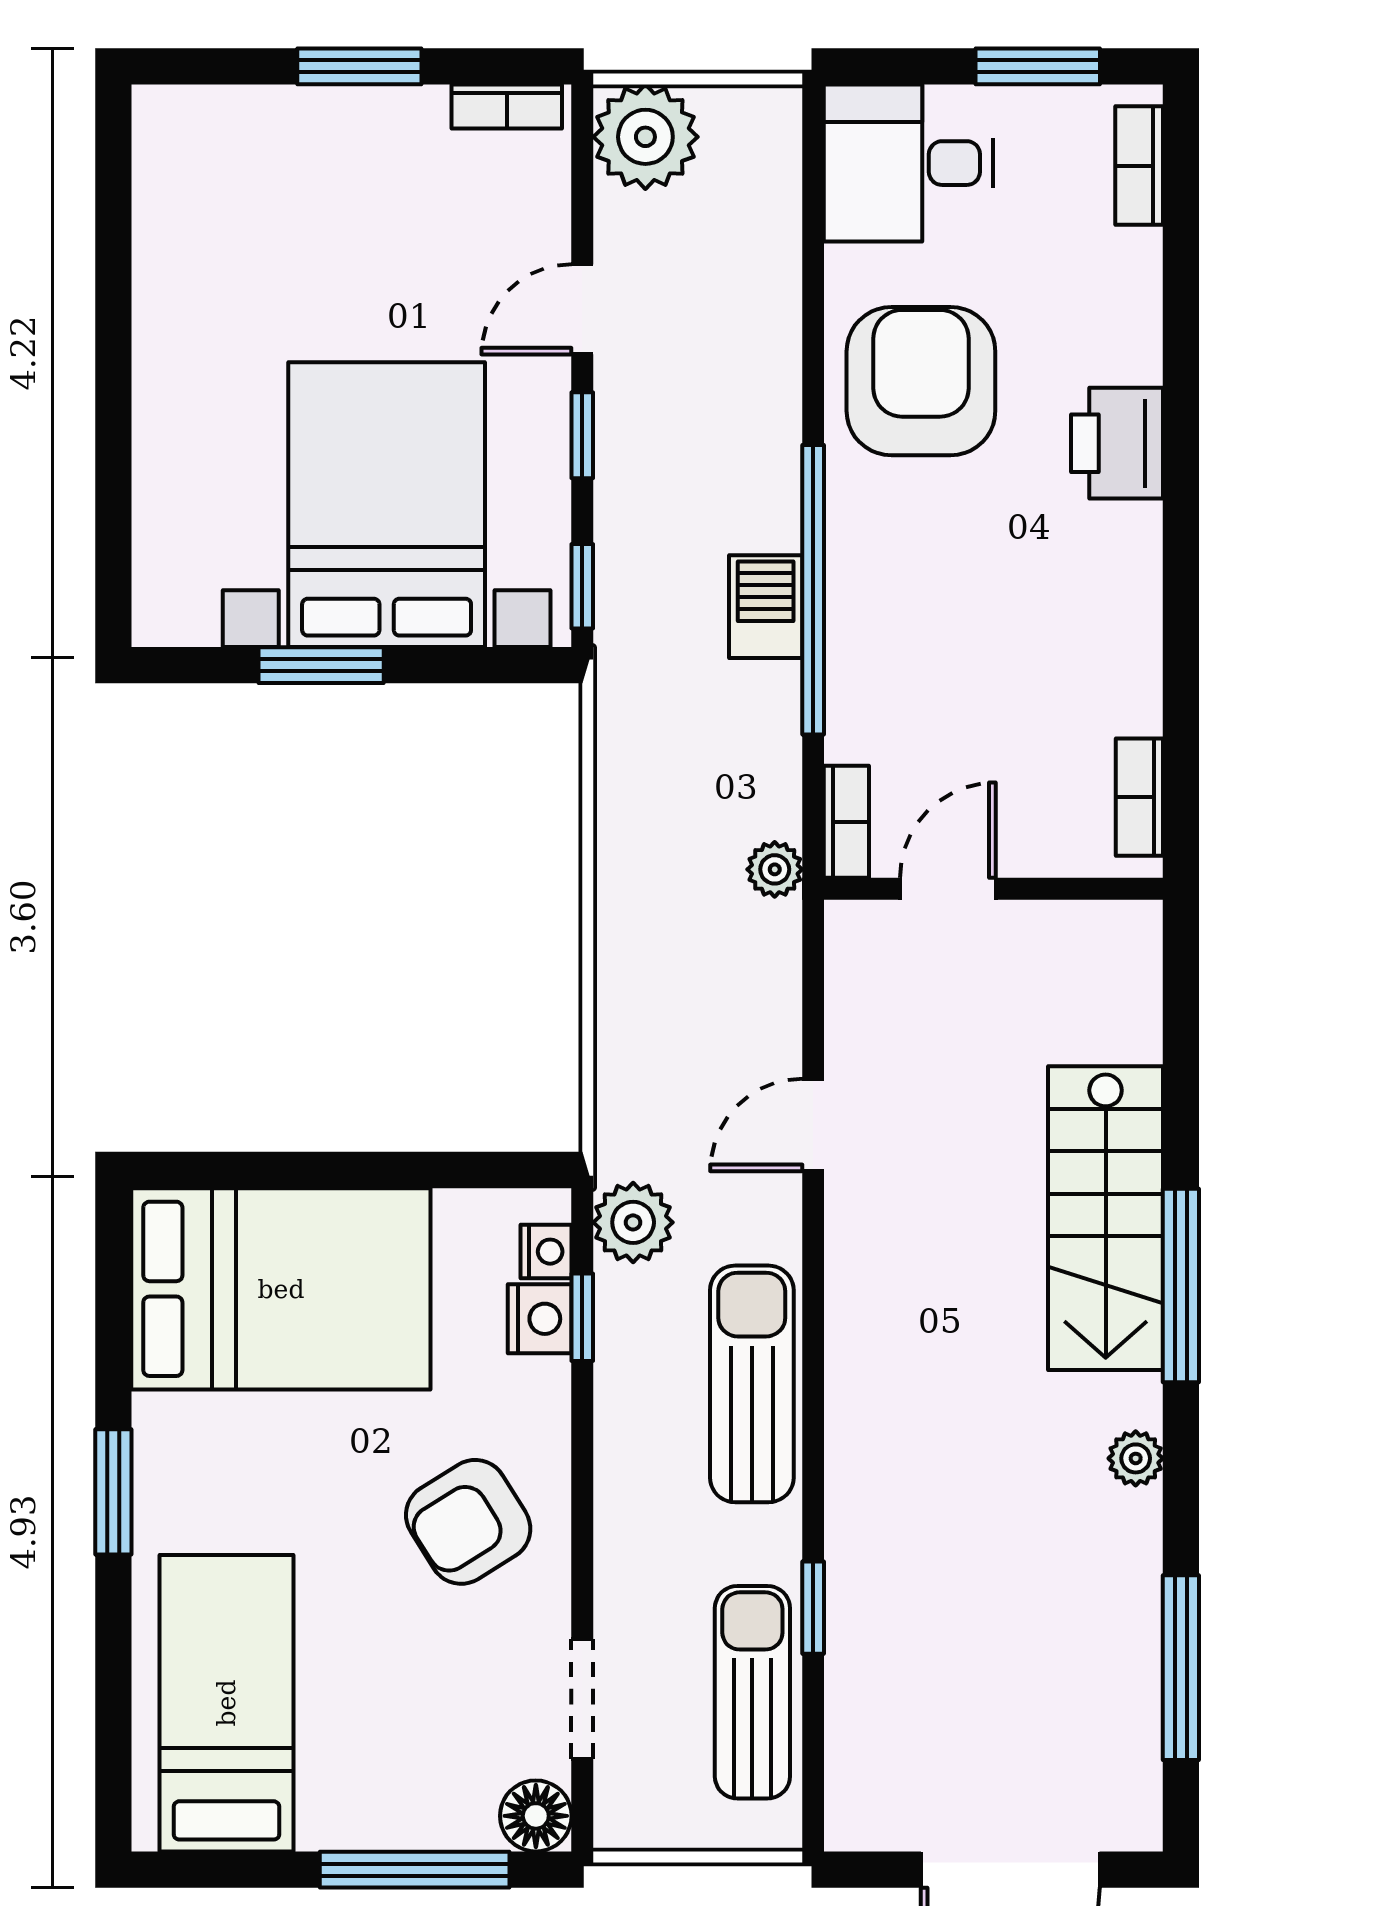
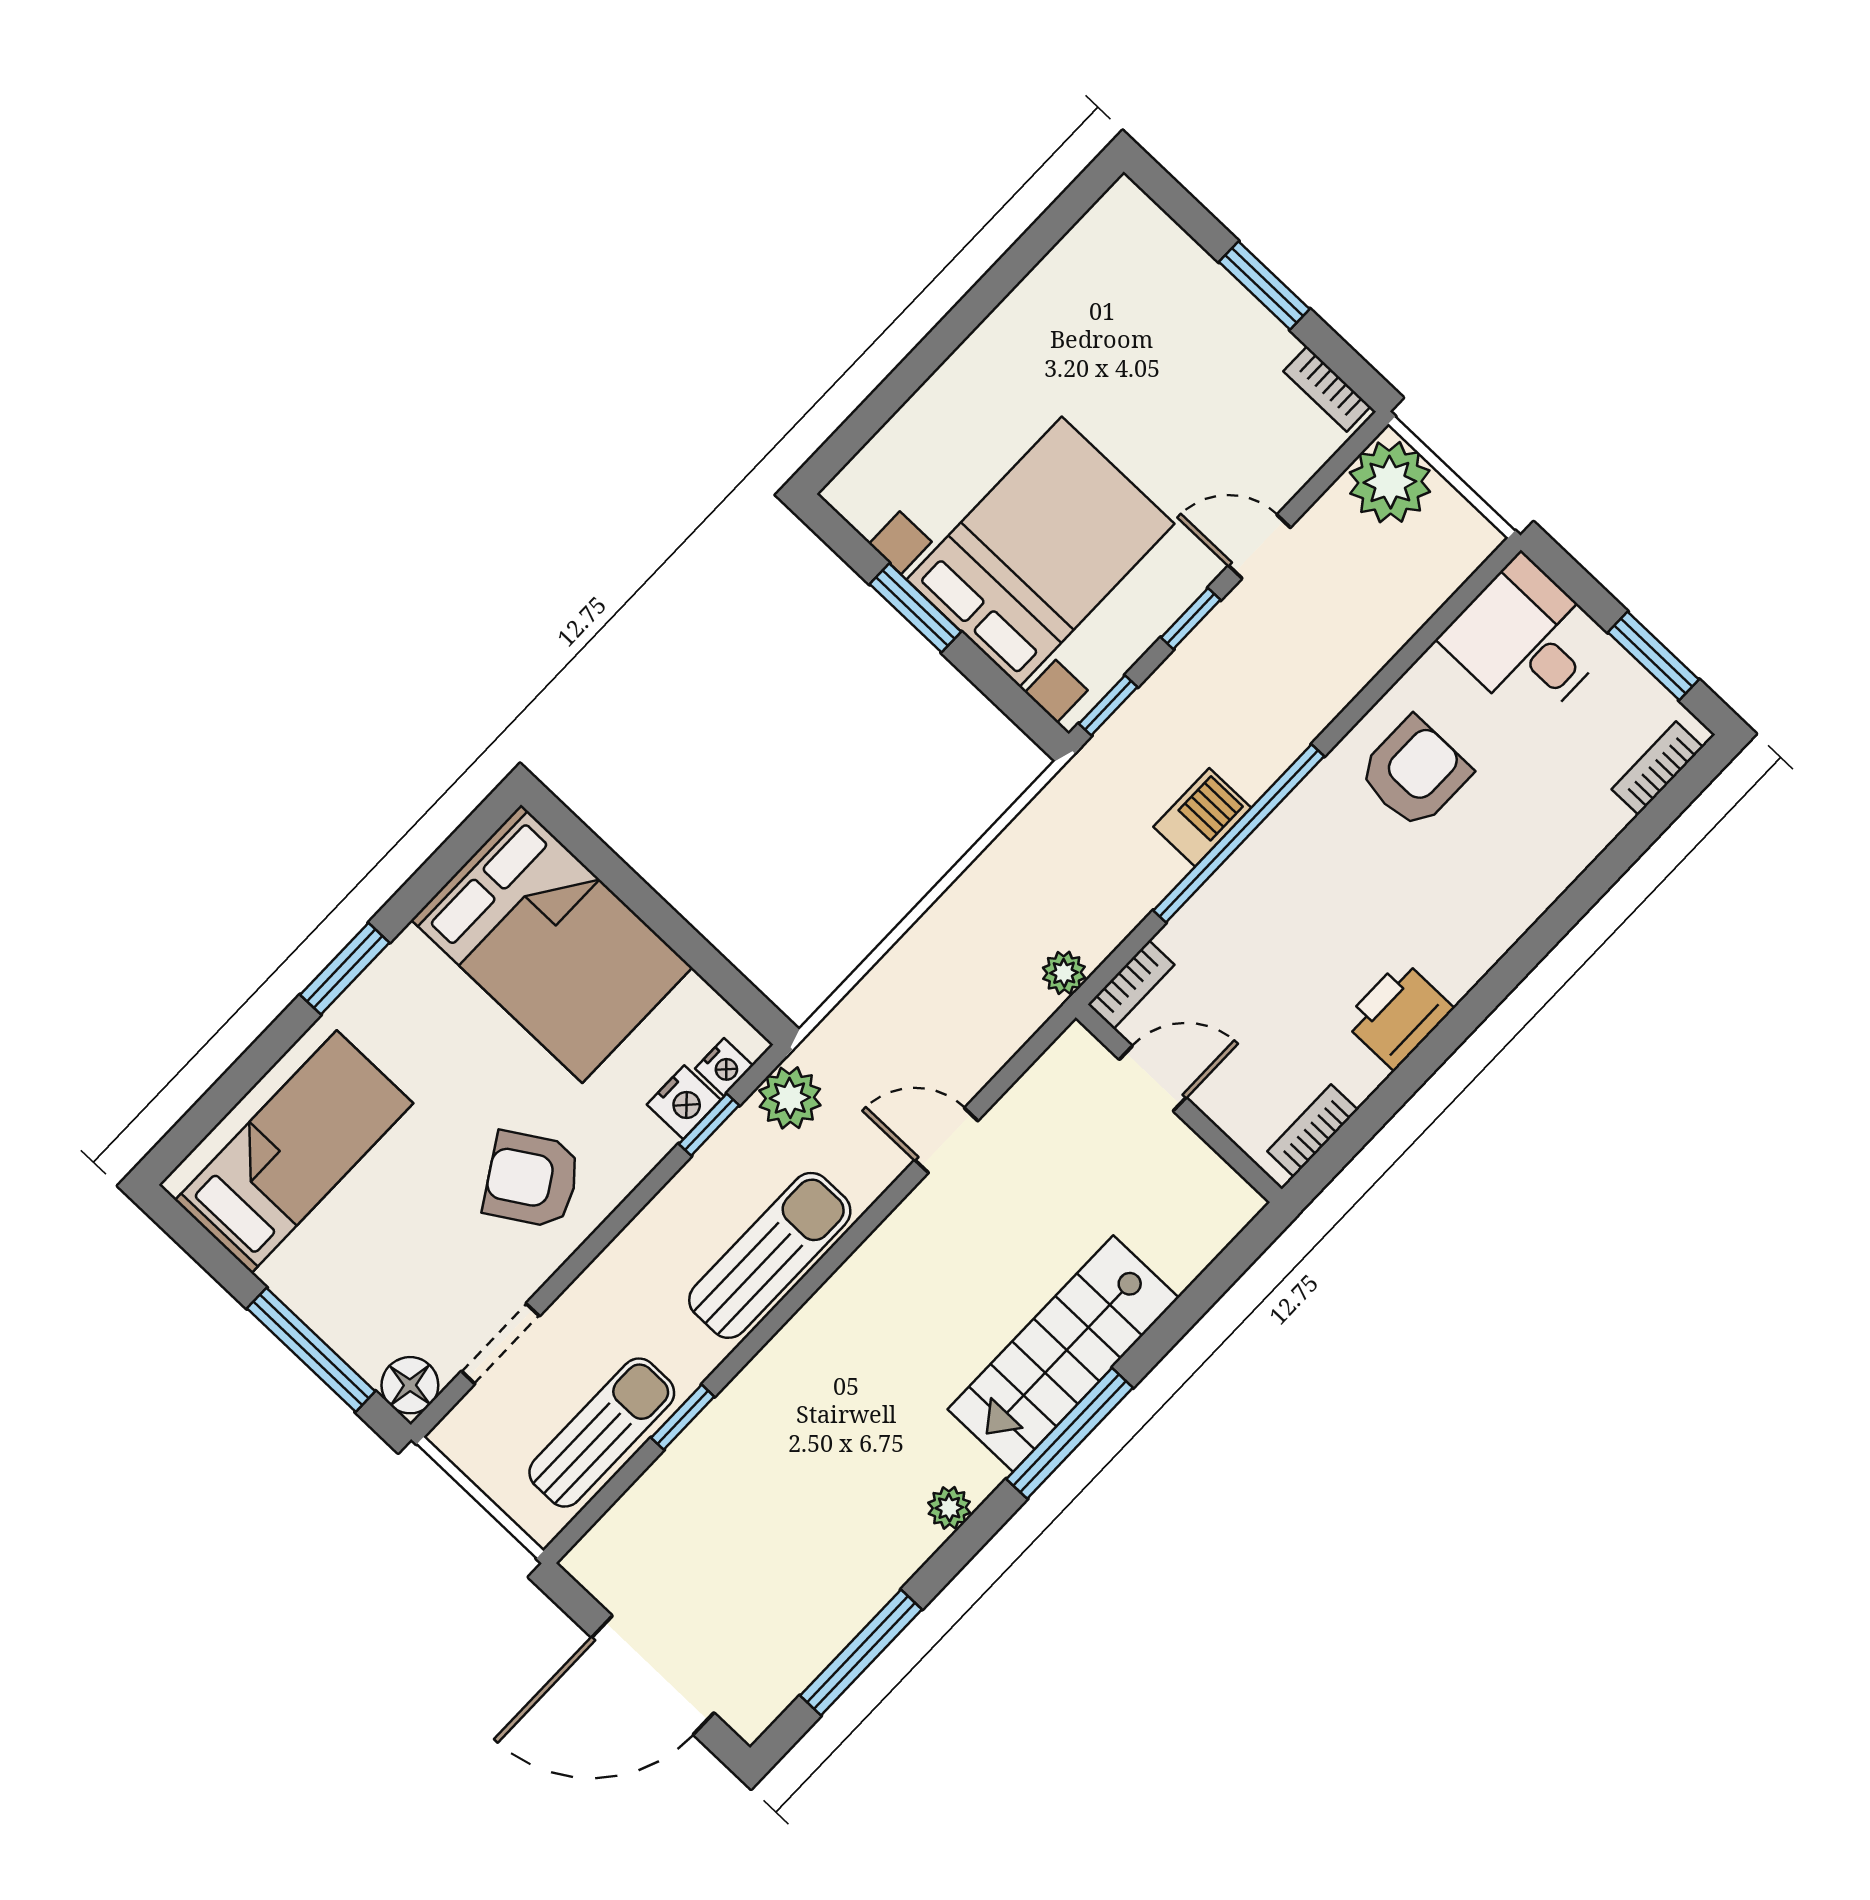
armchair: (921, 381) -> (1415, 773), width x0.73, depth x0.73
printer: (1117, 443) -> (1398, 1015), moved

